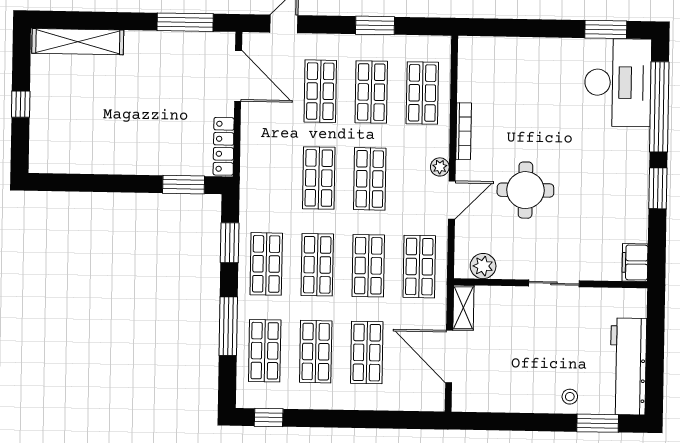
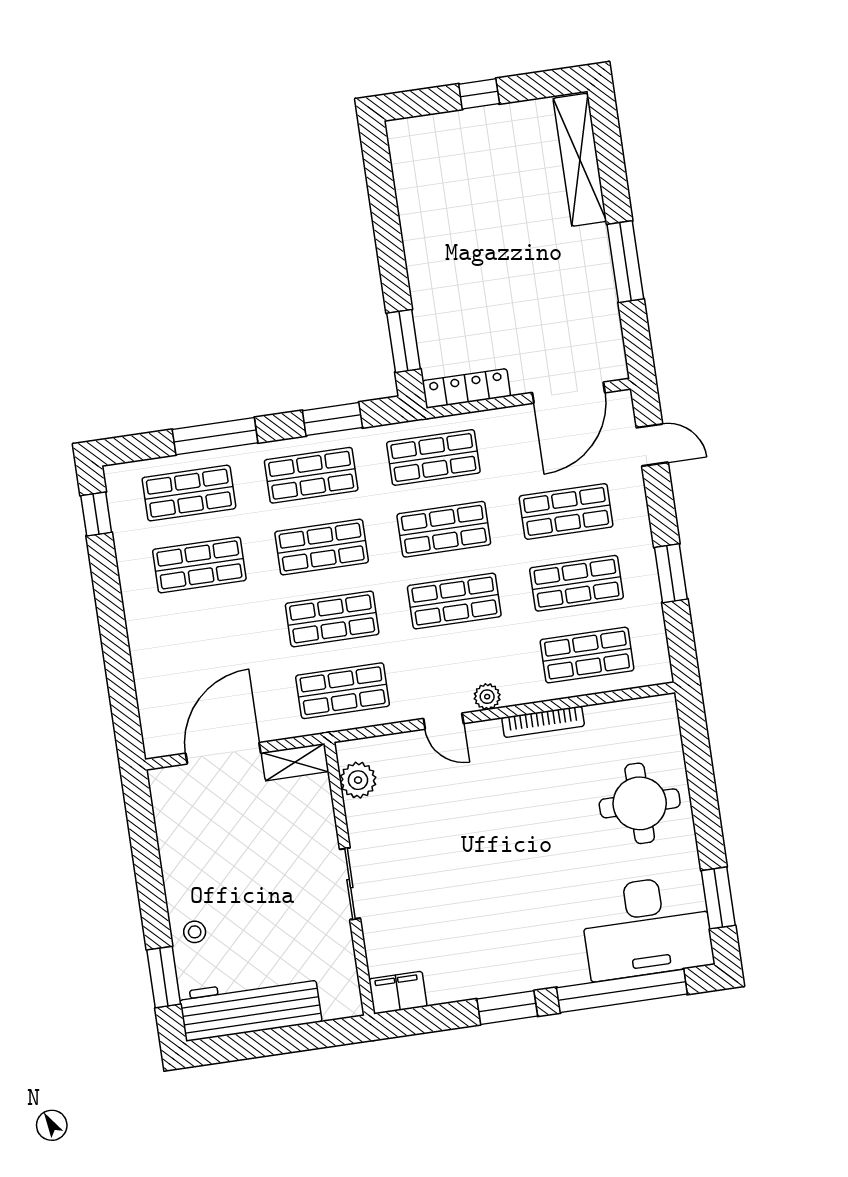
window: (185, 22) -> (625, 262), moved
round table: (525, 190) -> (640, 803), moved
door: (452, 200) -> (444, 721), width x0.73
shop shelf: (367, 353) -> (433, 457), moved

